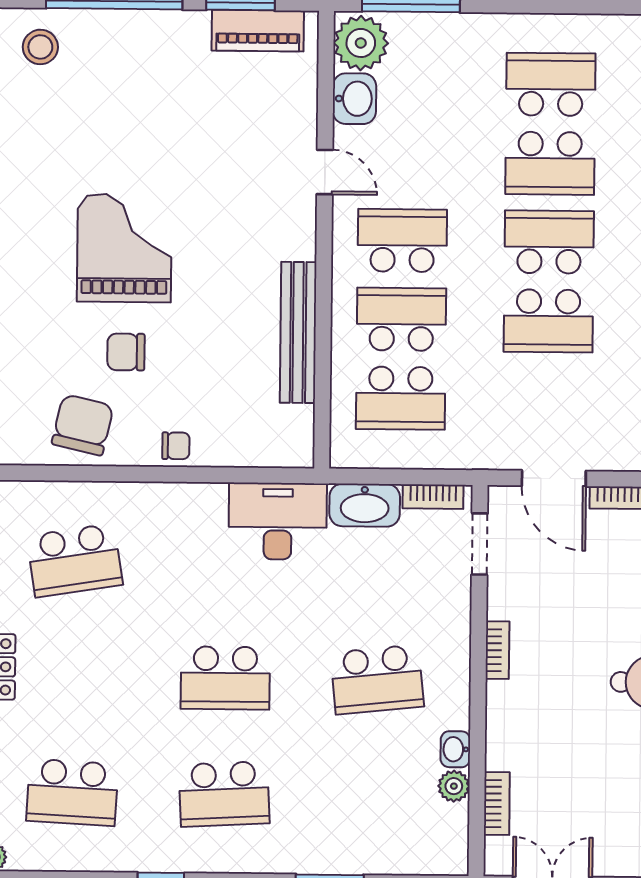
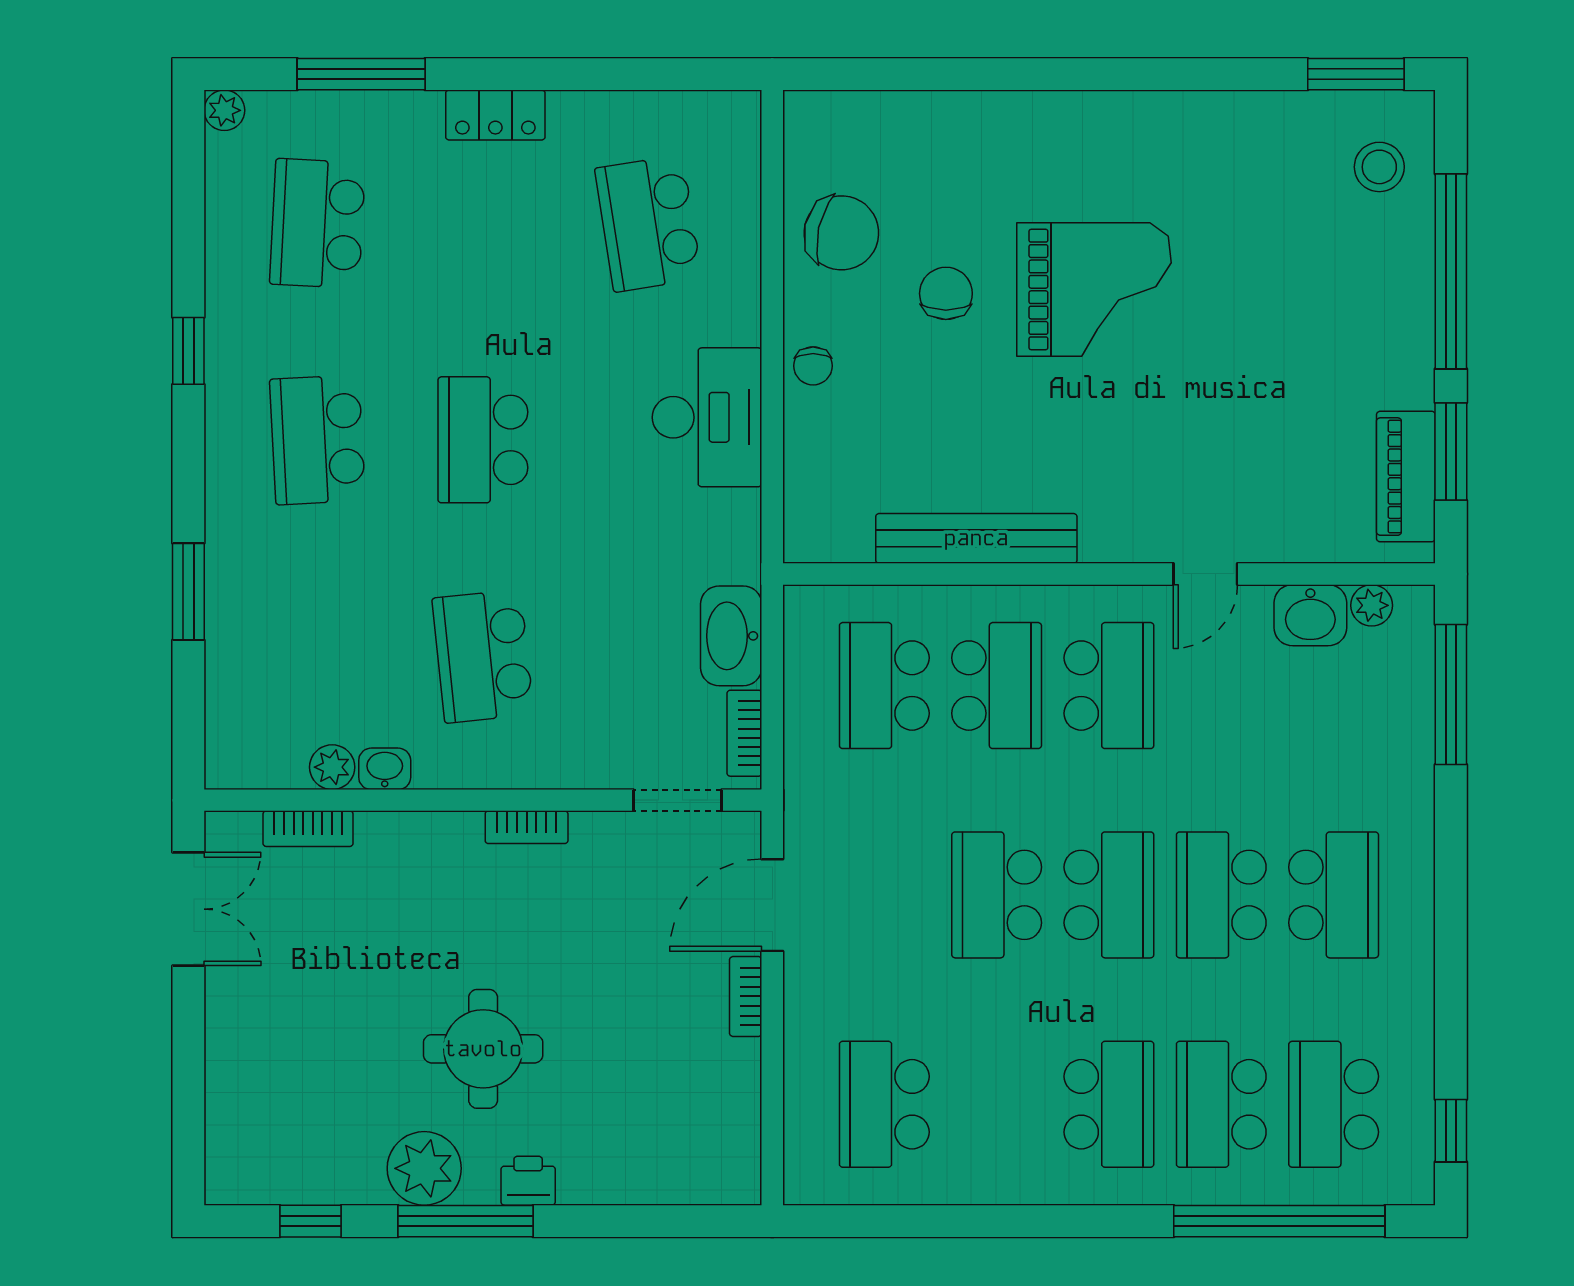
plant: (361, 43) -> (1372, 605), width x0.53, depth x0.53
desk: (278, 521) -> (707, 417), moved

